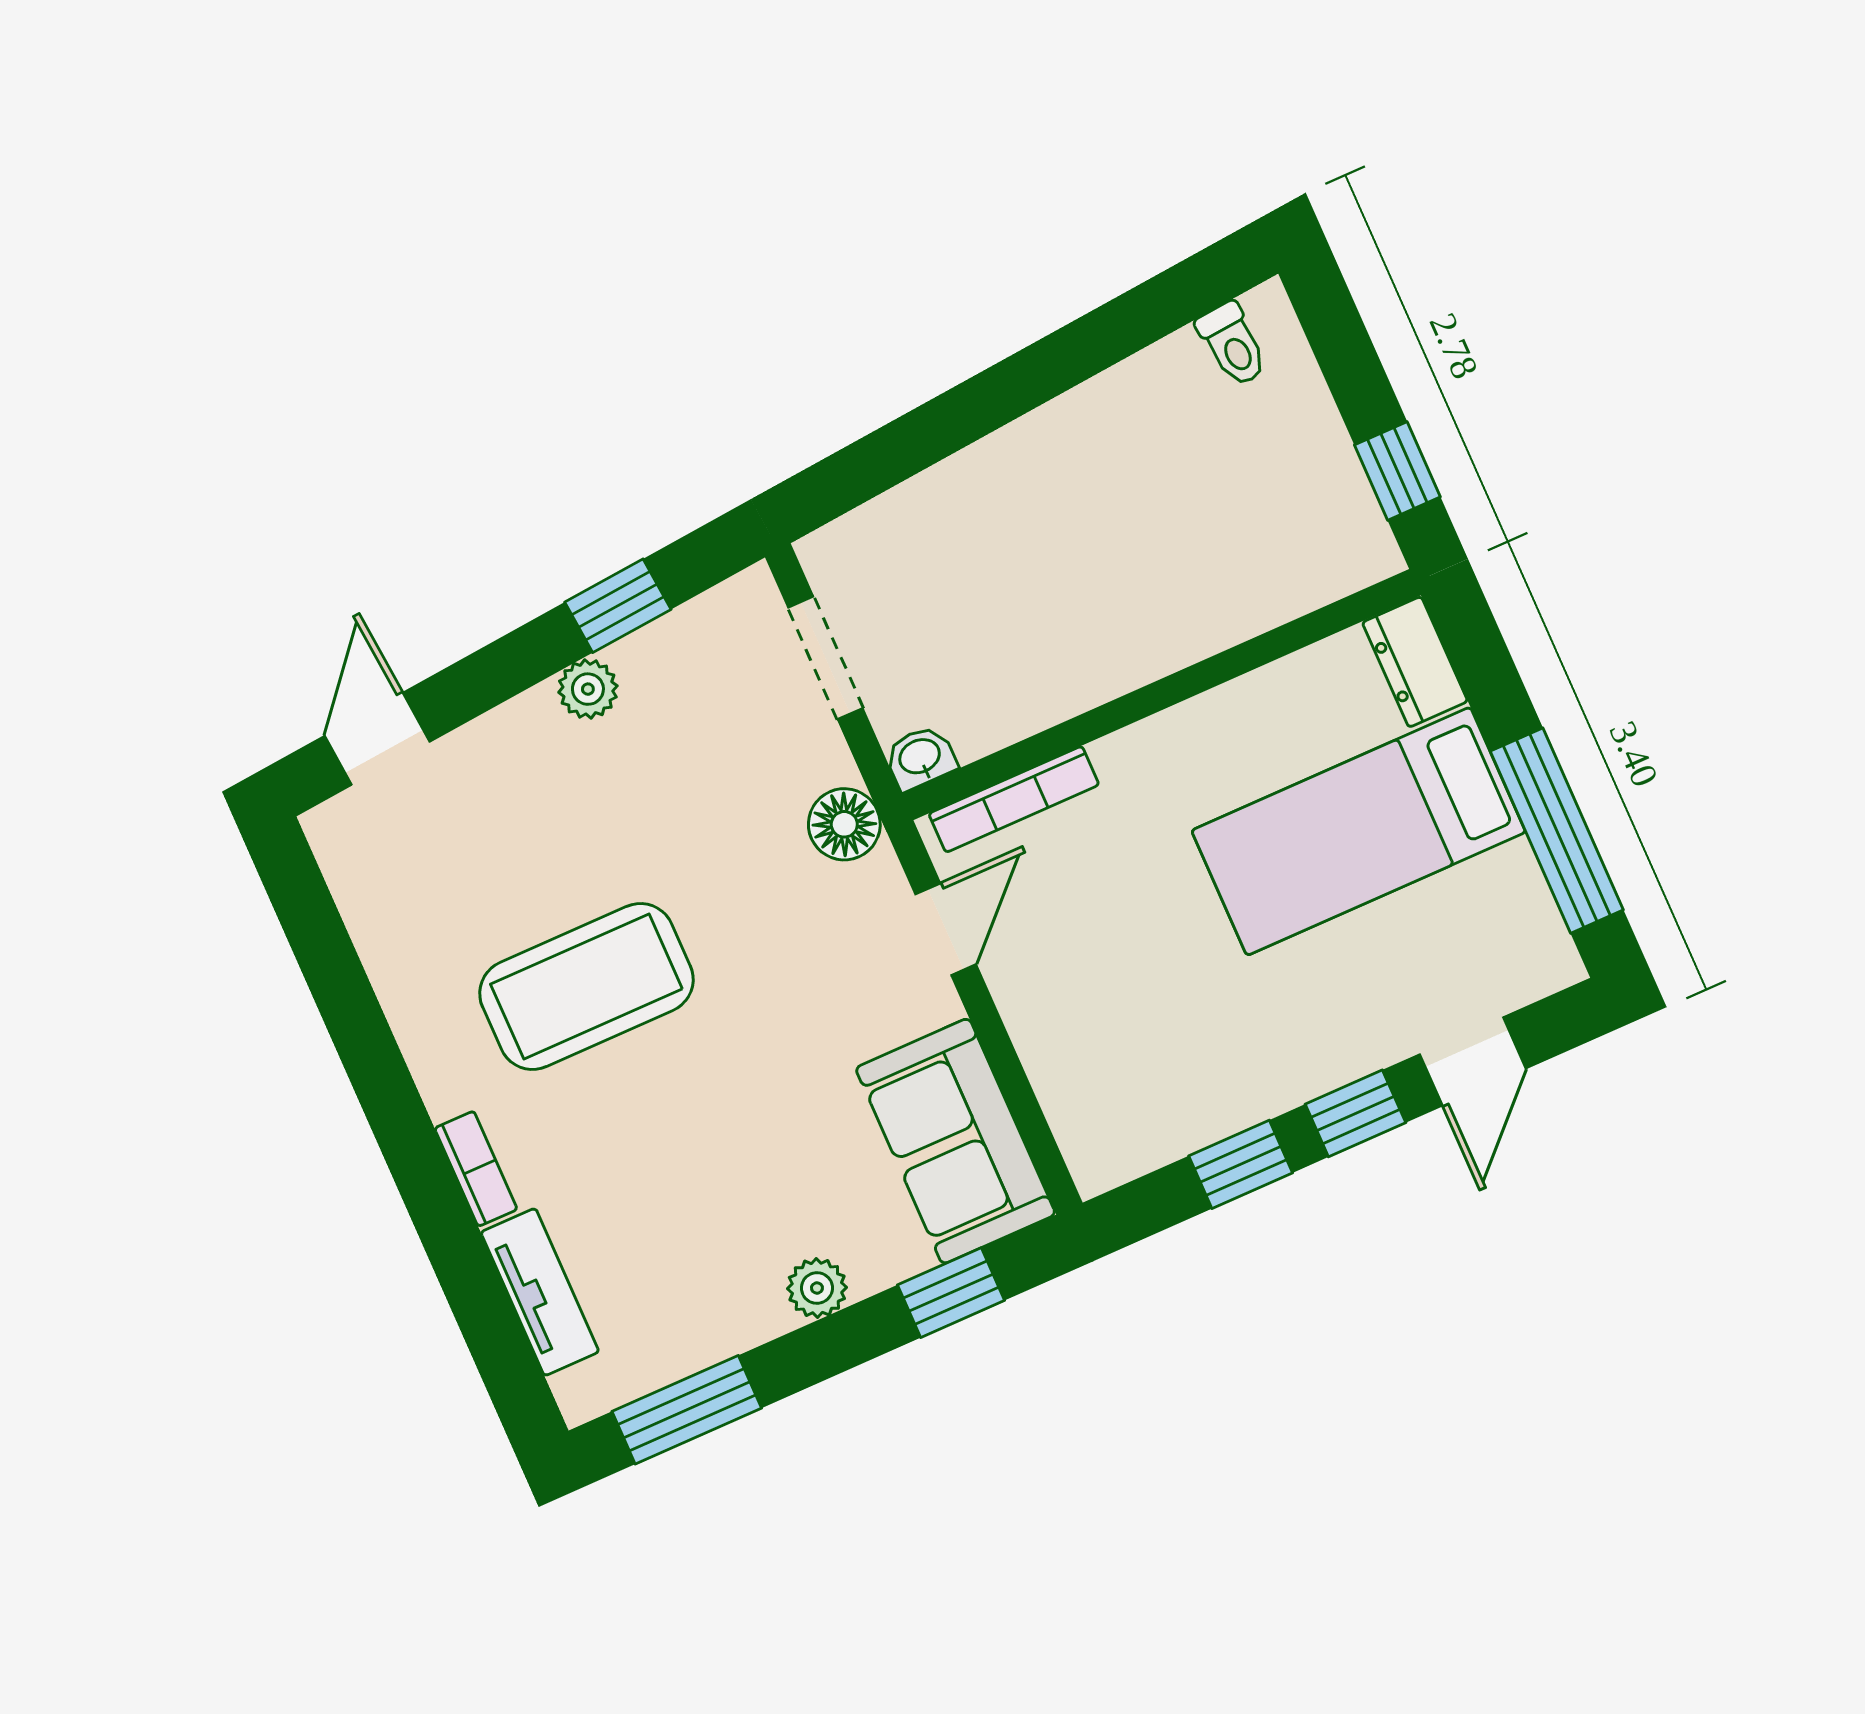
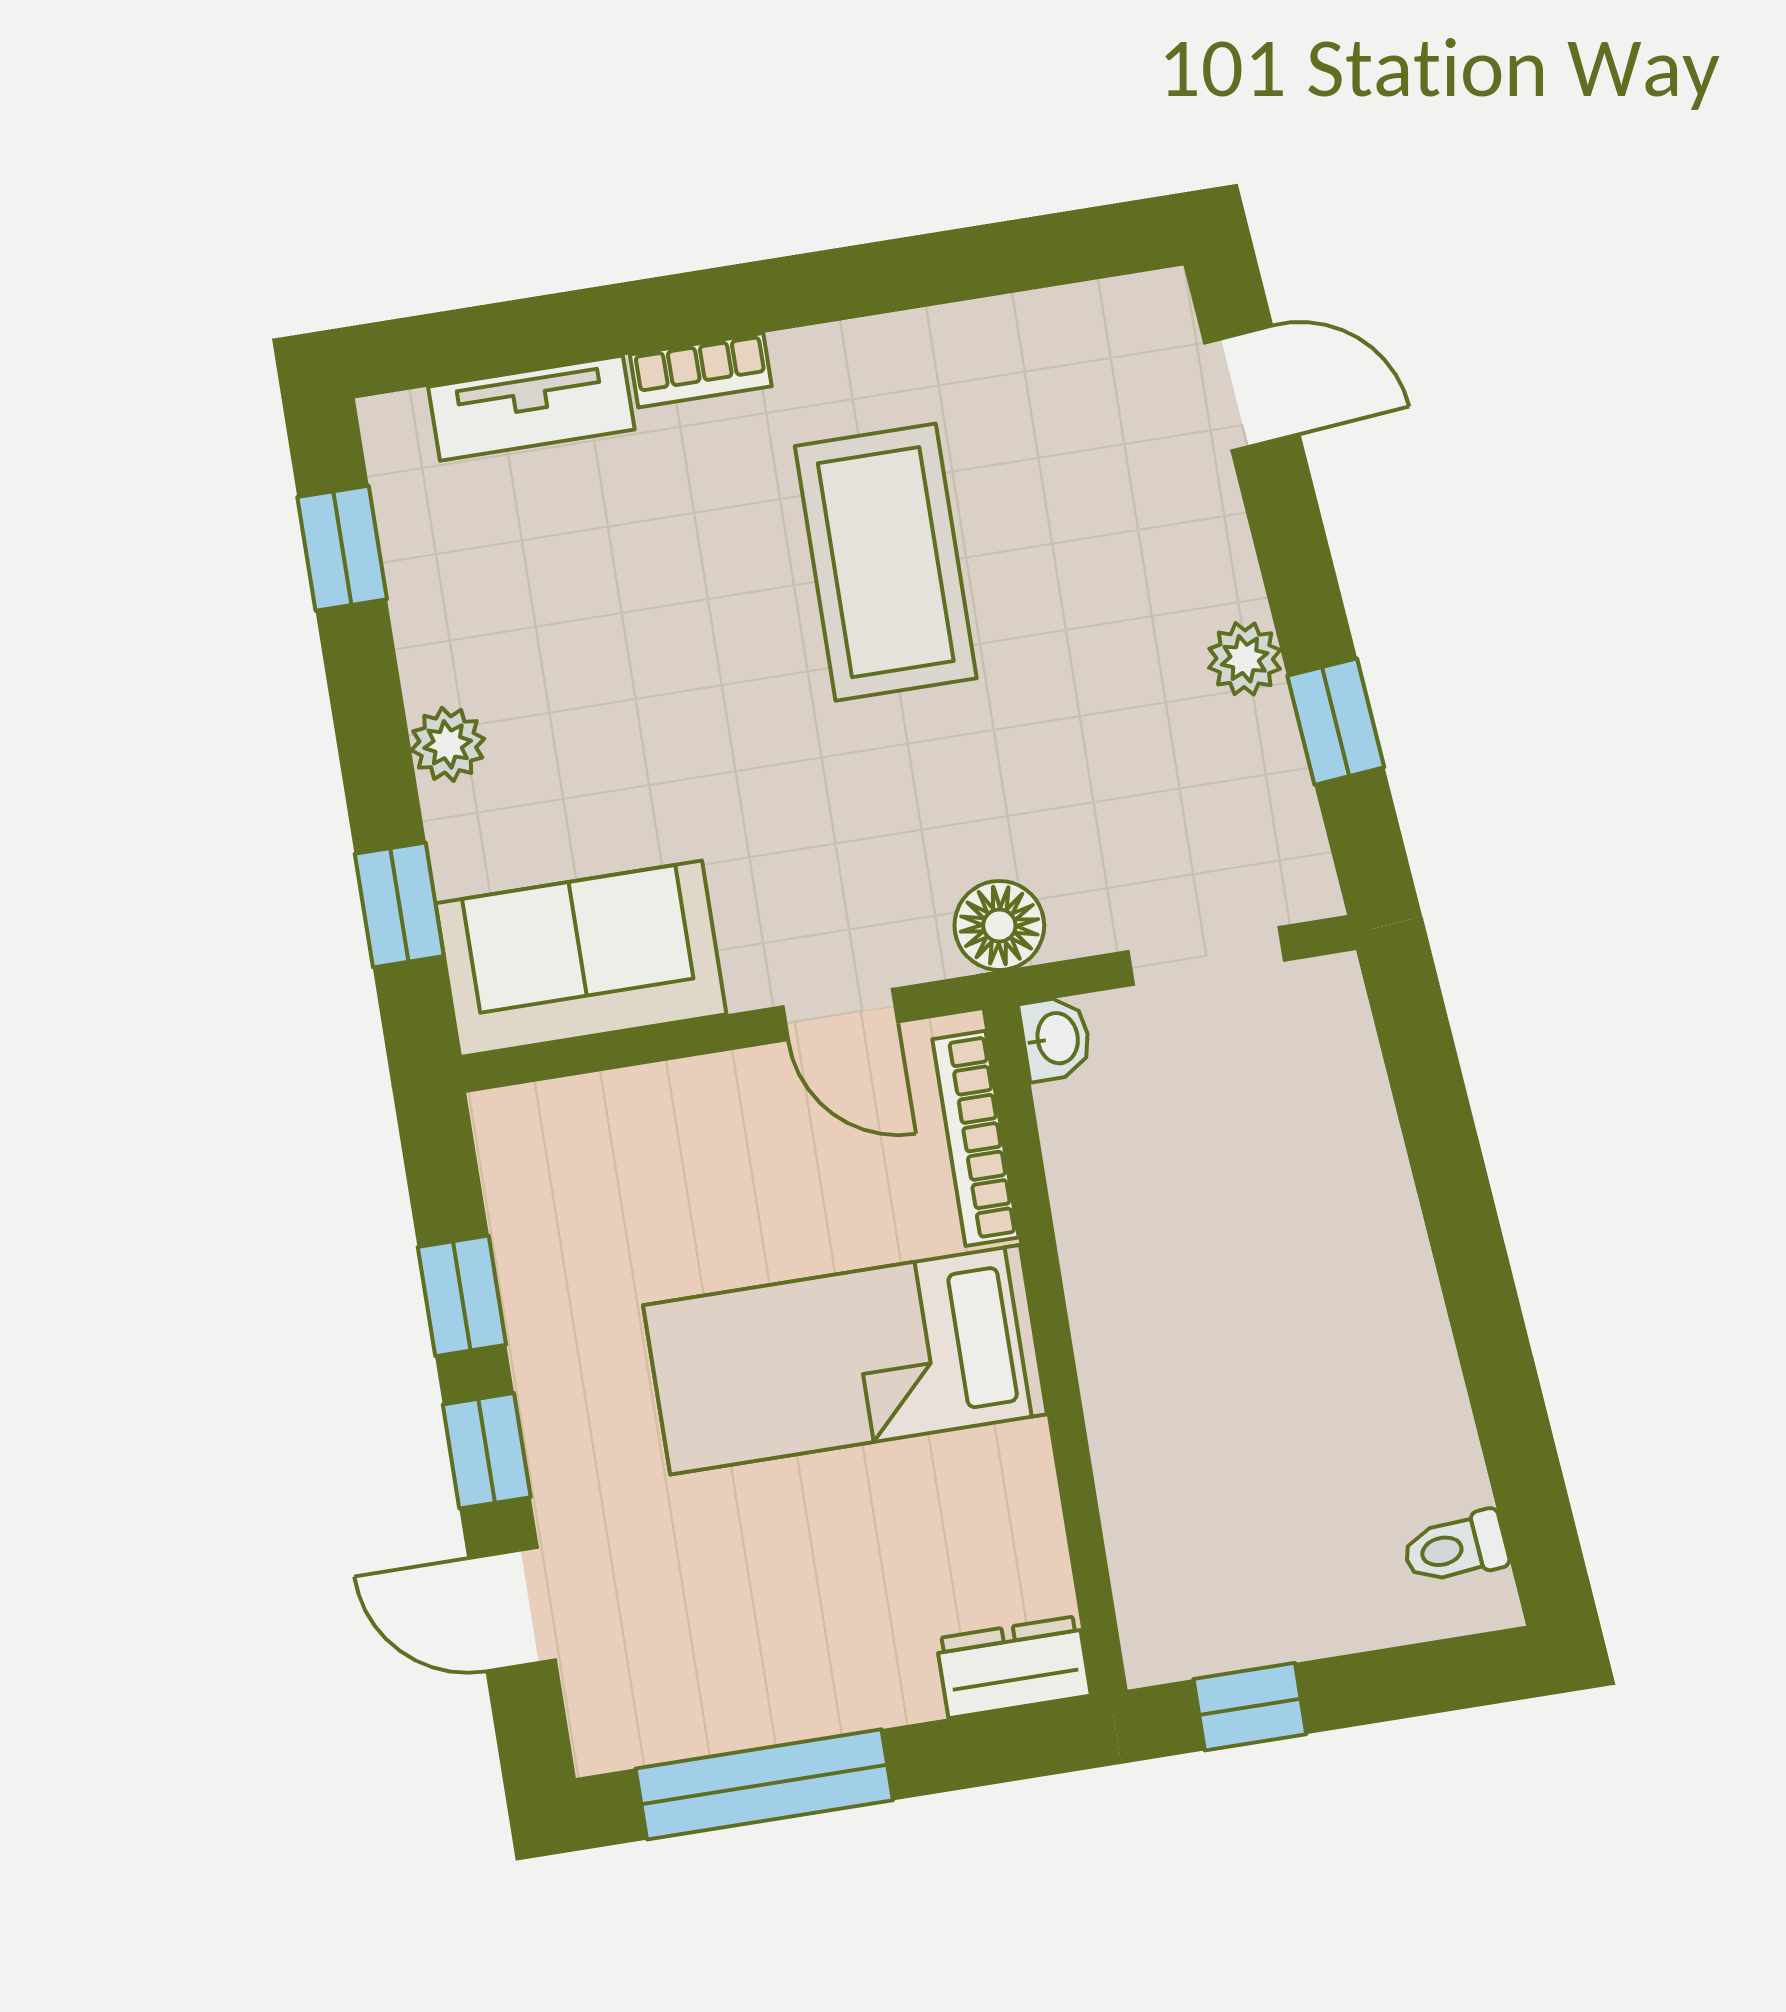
bed: (1359, 831) -> (845, 1360), moved, turned -90
window: (687, 1410) -> (342, 548), width x0.67

